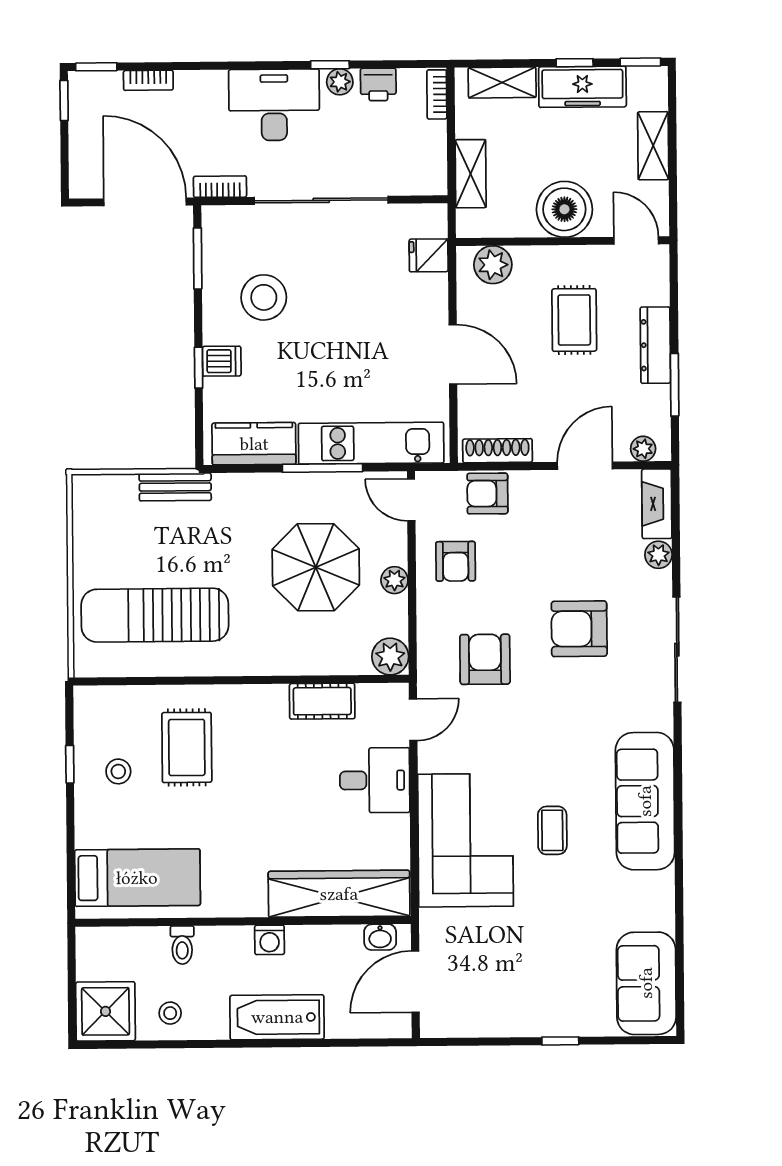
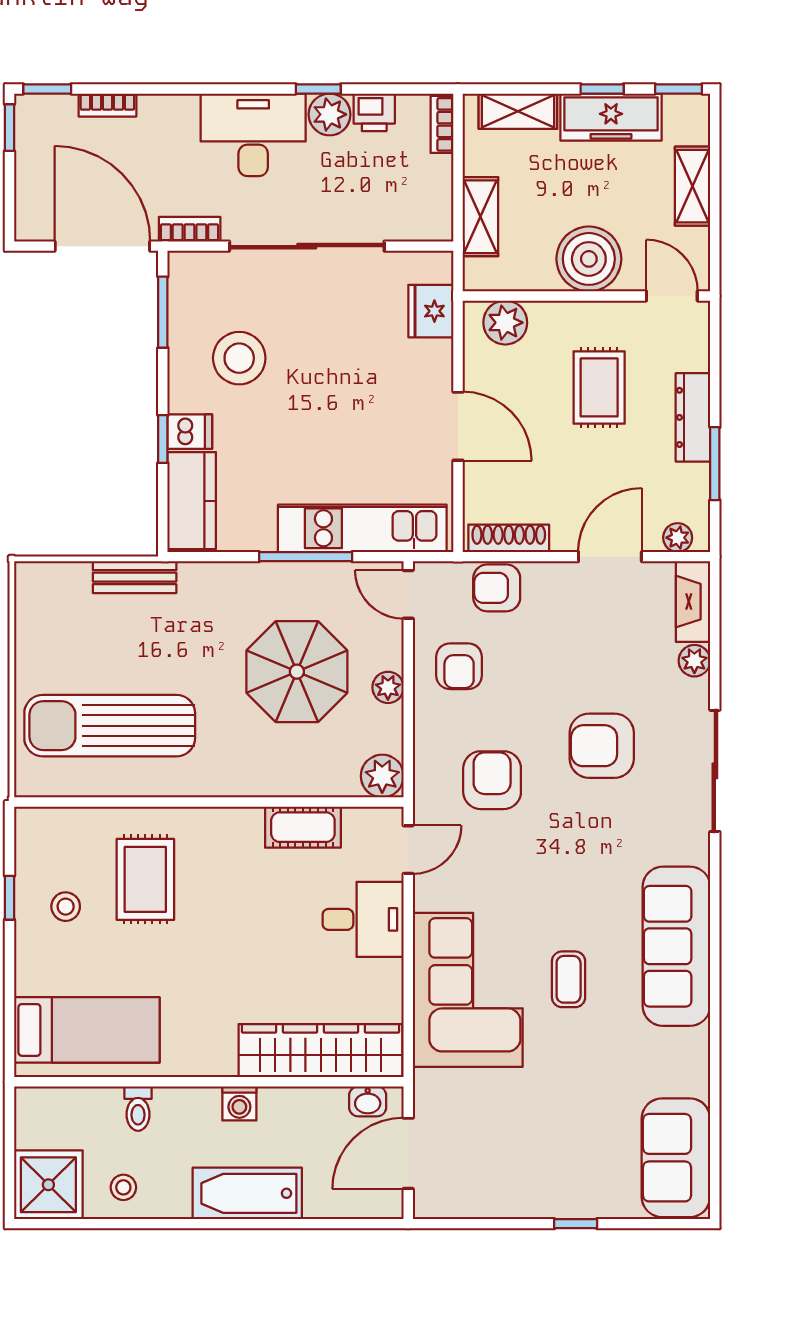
plant: (340, 82) -> (330, 114), width x1.38, depth x1.38
fridge: (429, 255) -> (431, 311), width x1.38
kitchen counter: (254, 444) -> (192, 501), moved, turned 90

